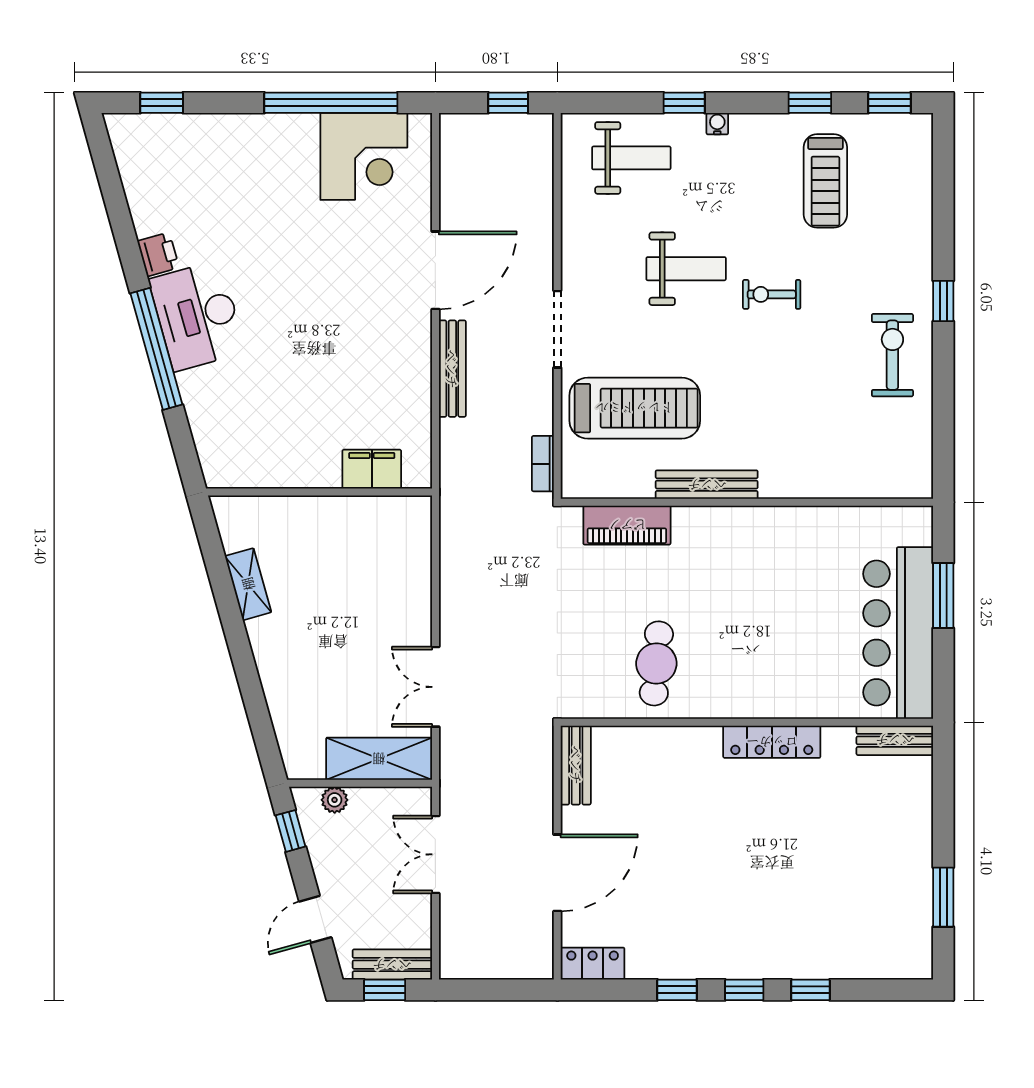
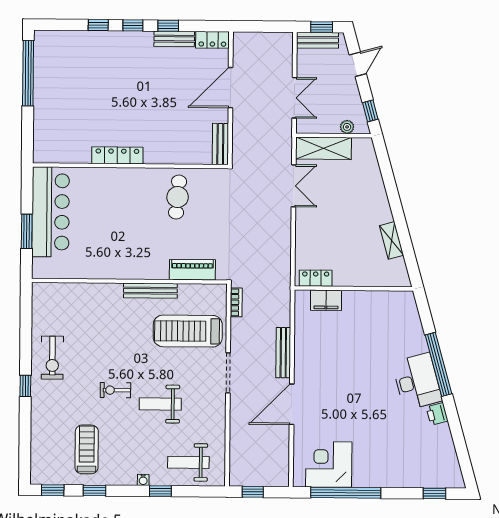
exercise bike: (772, 294) -> (115, 390), turned 180
locker: (392, 511) -> (316, 278), added
bench: (895, 740) -> (174, 39), moved
window: (943, 897) -> (28, 73), width x2.11

